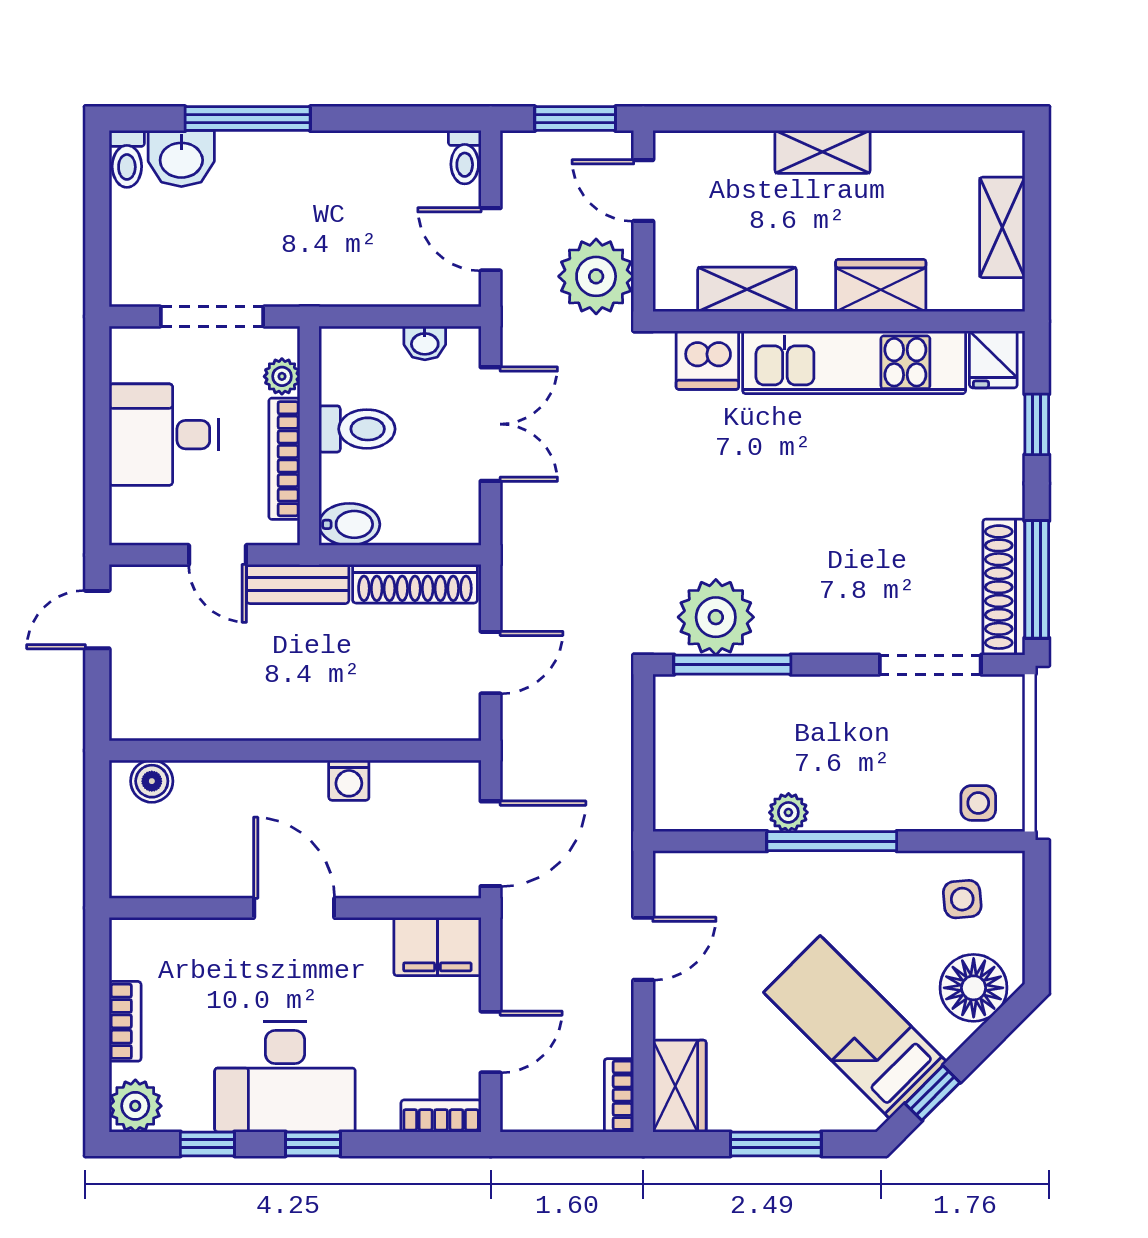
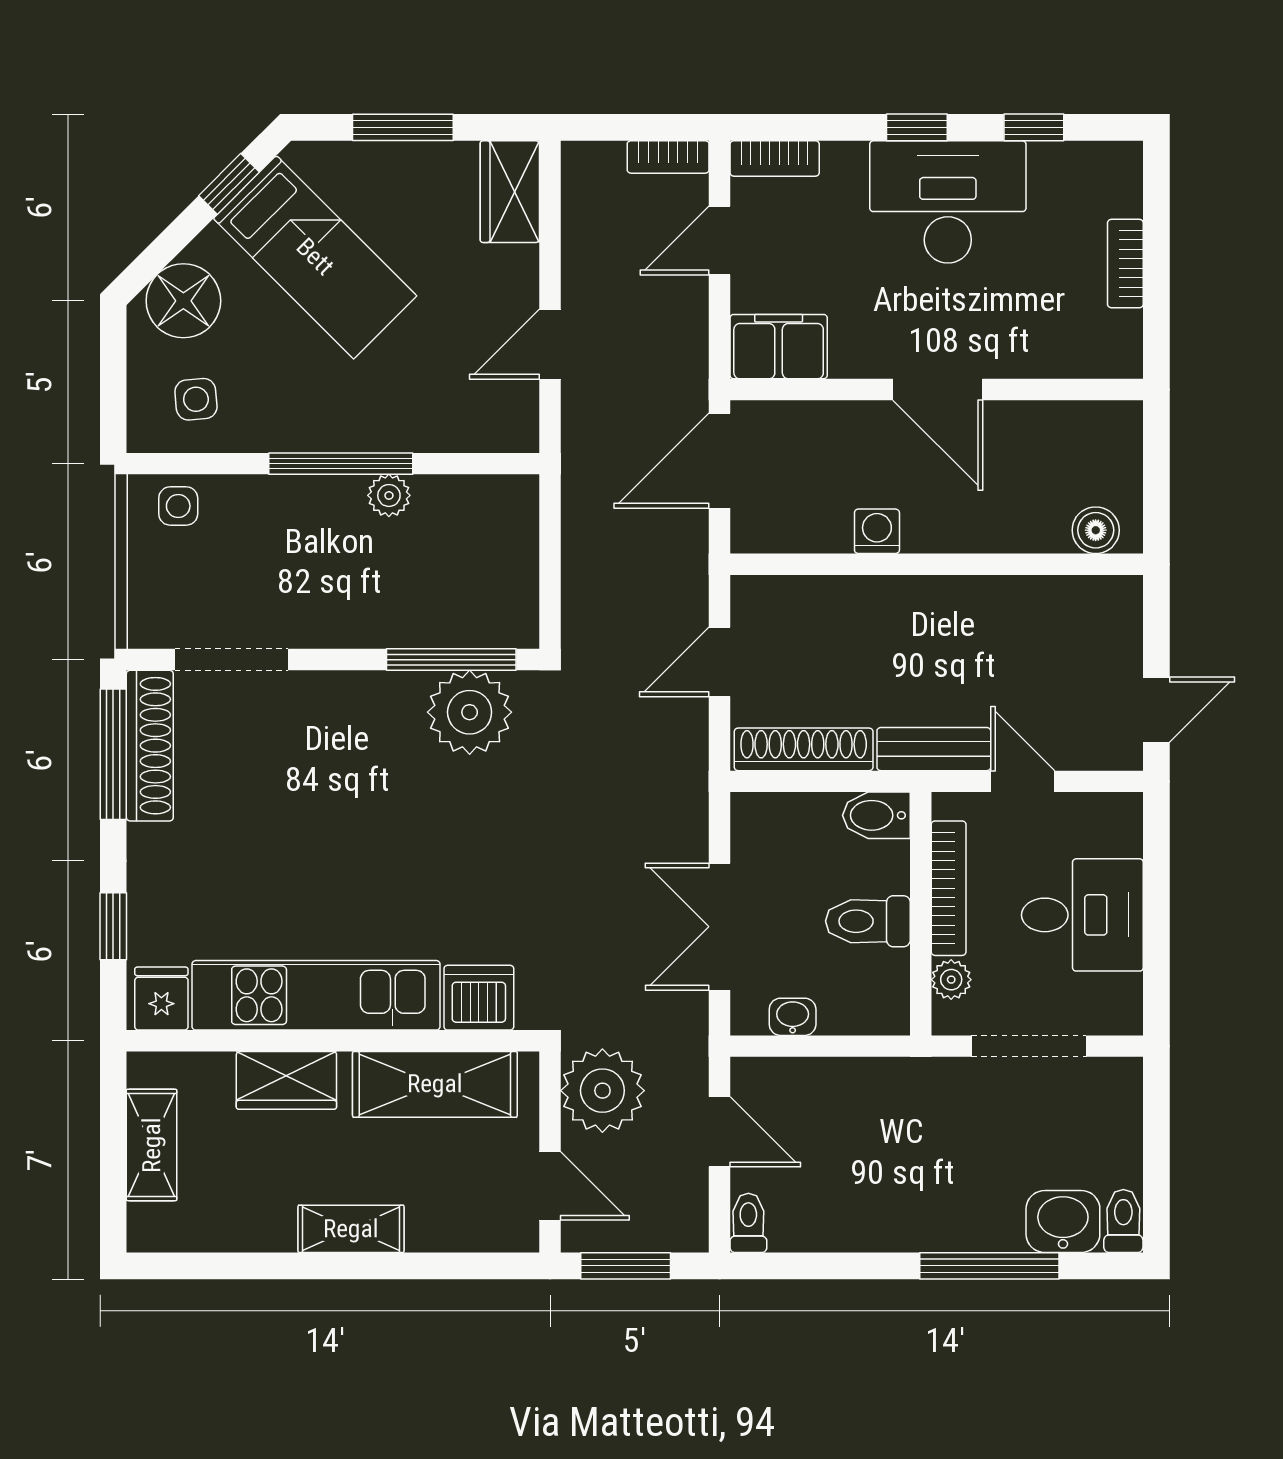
shelving: (747, 289) -> (435, 1084), width x1.50, depth x1.33
bookcase: (619, 1095) -> (668, 157), moved, turned 90
plant: (135, 1106) -> (1114, 170), removed

